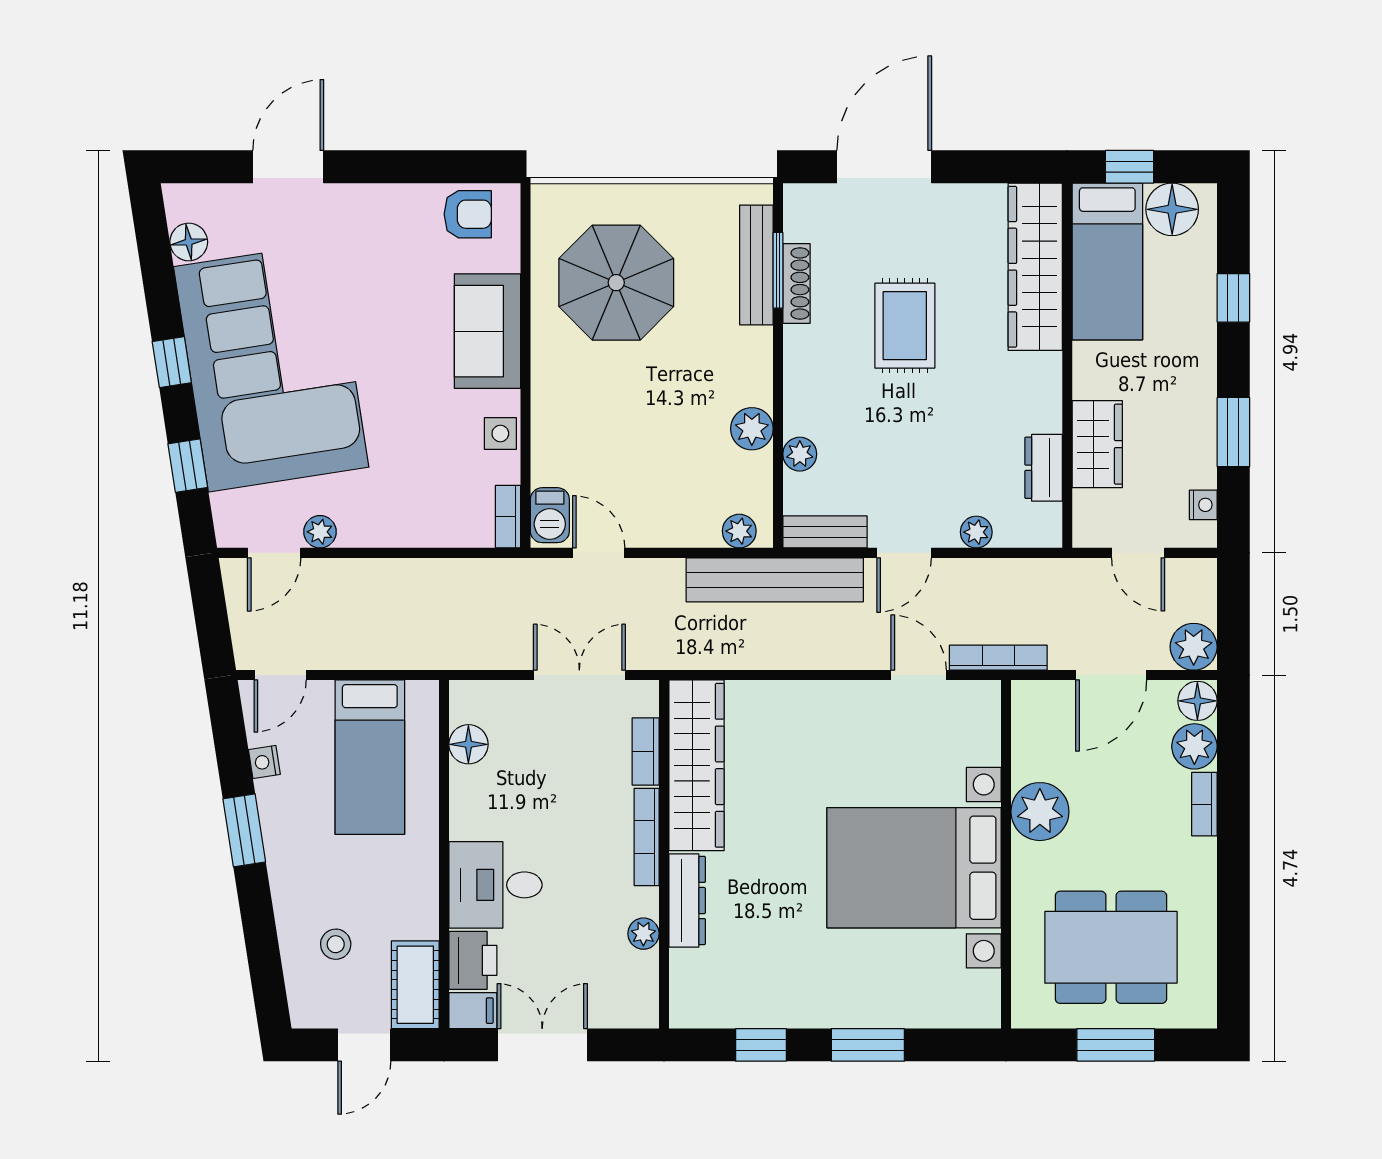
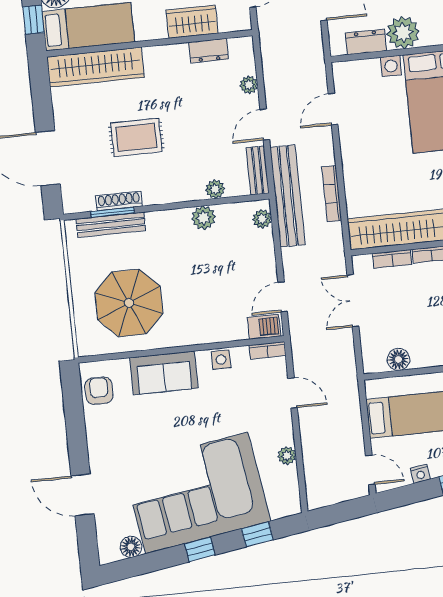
door: (274, 553) -> (293, 393), moved
door: (904, 553) -> (265, 124), swing flipped
bookcase: (998, 658) -> (332, 194), moved
dresser: (1030, 745) -> (366, 42), added

